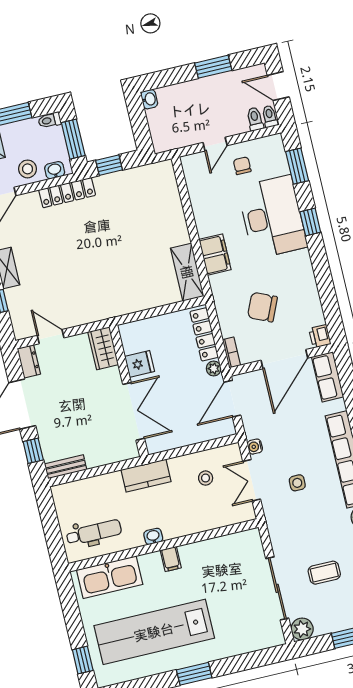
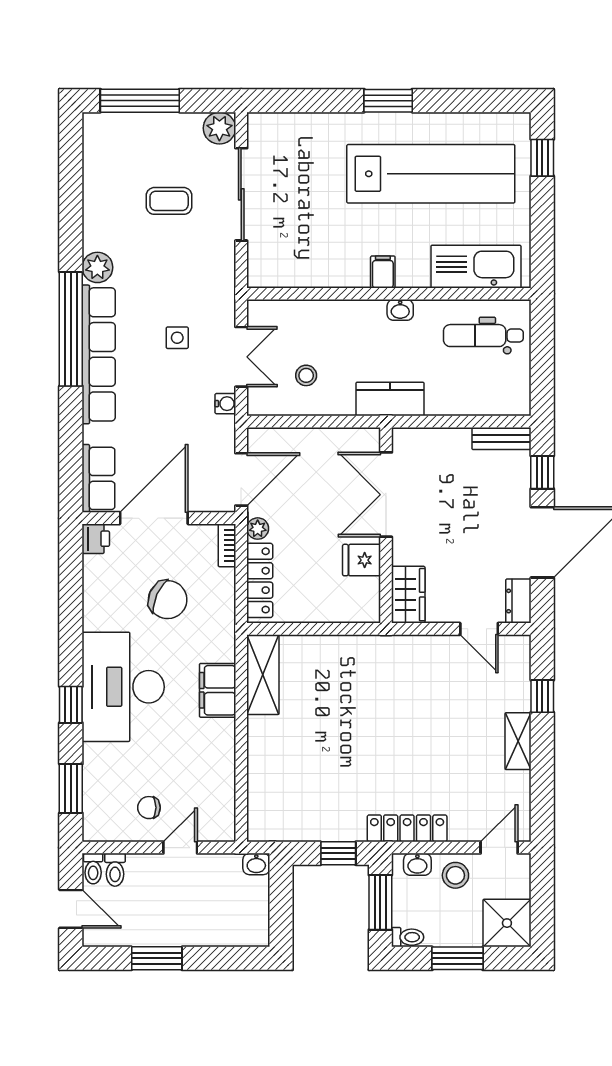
washbasin: (149, 99) -> (256, 864), moved, turned -90
chair: (242, 166) -> (149, 808), turned 90
desk: (272, 217) -> (123, 687), moved

